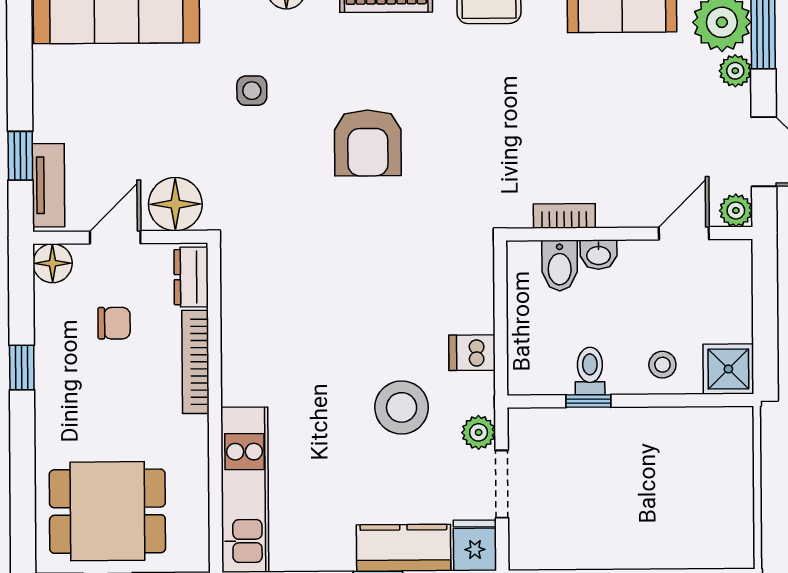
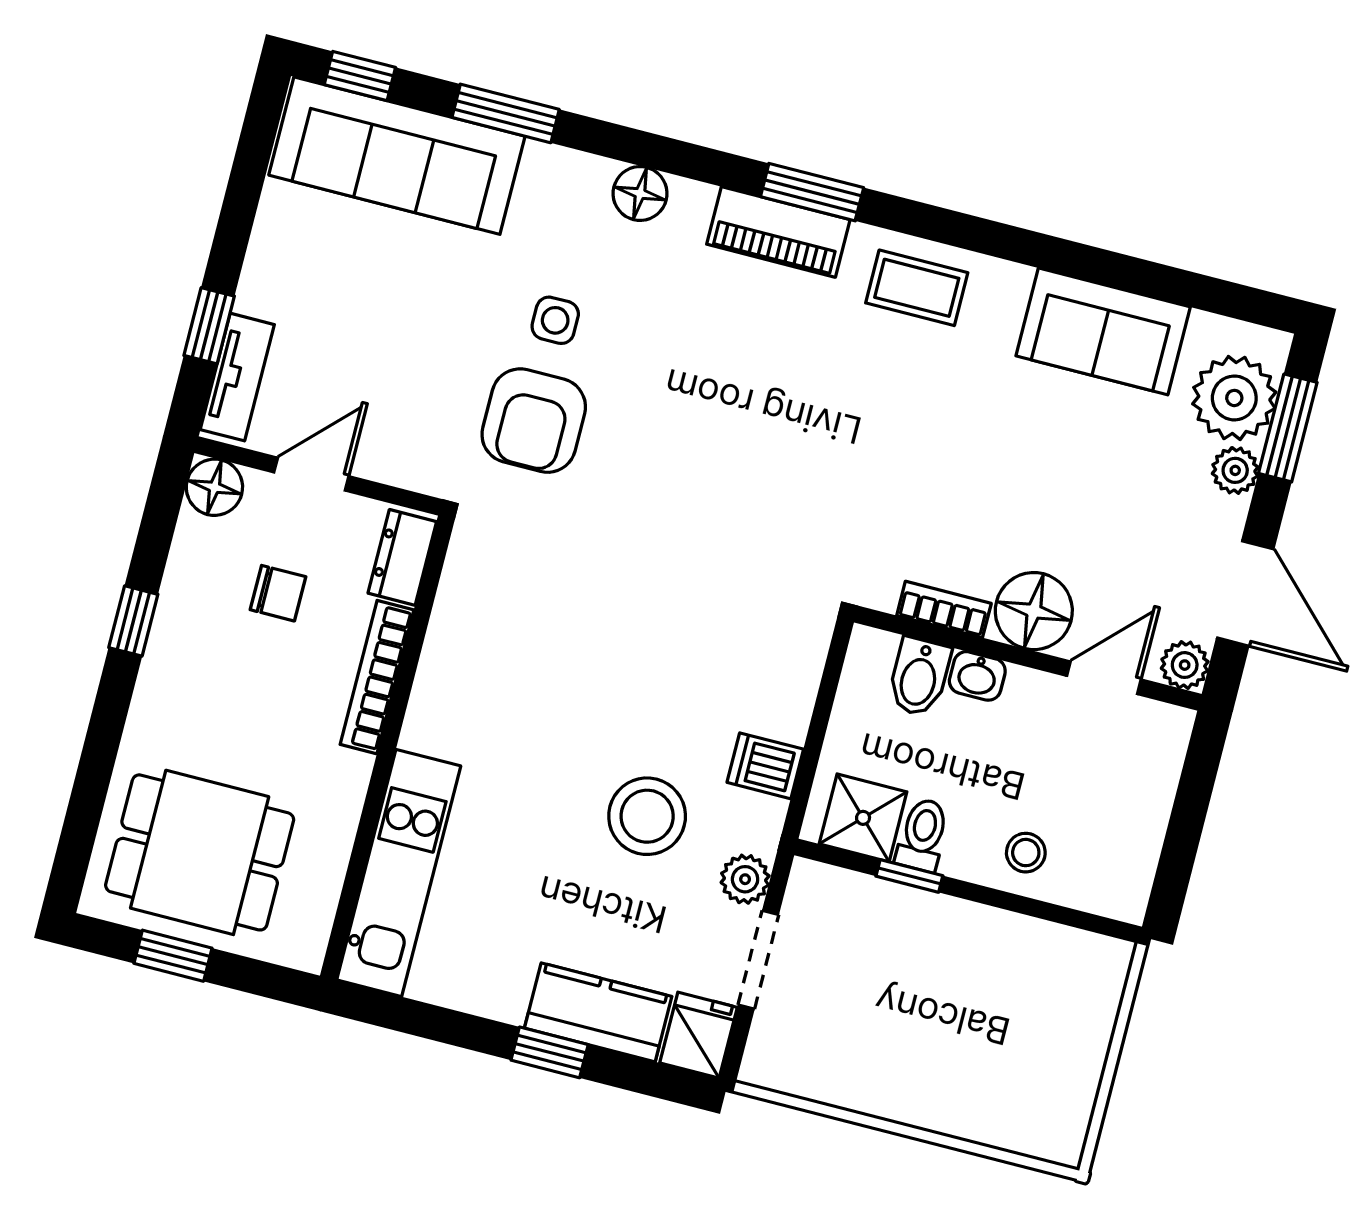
armchair: (368, 143) -> (534, 421), moved
floor lamp: (175, 204) -> (1034, 611), moved
shower: (728, 369) -> (863, 818), moved

